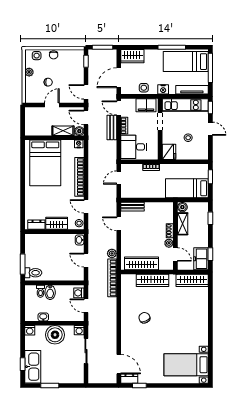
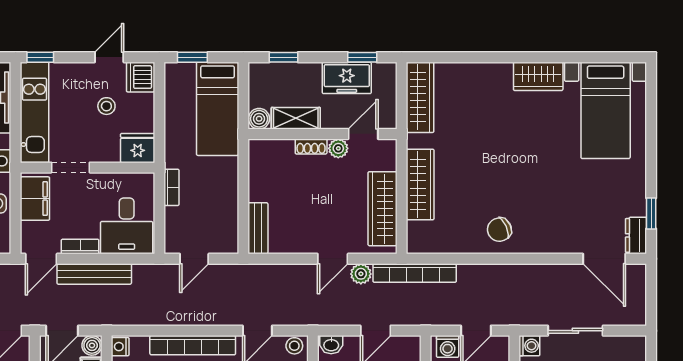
bench: (112, 128) -> (94, 274), width x1.36
door: (210, 129) -> (109, 57), moved
dishwasher: (201, 153) -> (141, 77), added
door: (119, 178) -> (194, 259), hinge flipped
door: (119, 224) -> (333, 259), moved
freezer: (201, 259) -> (347, 78), moved
chair: (144, 318) -> (499, 230), moved
wardrobe: (202, 334) -> (538, 76), added
door: (119, 364) -> (604, 259), swing flipped

